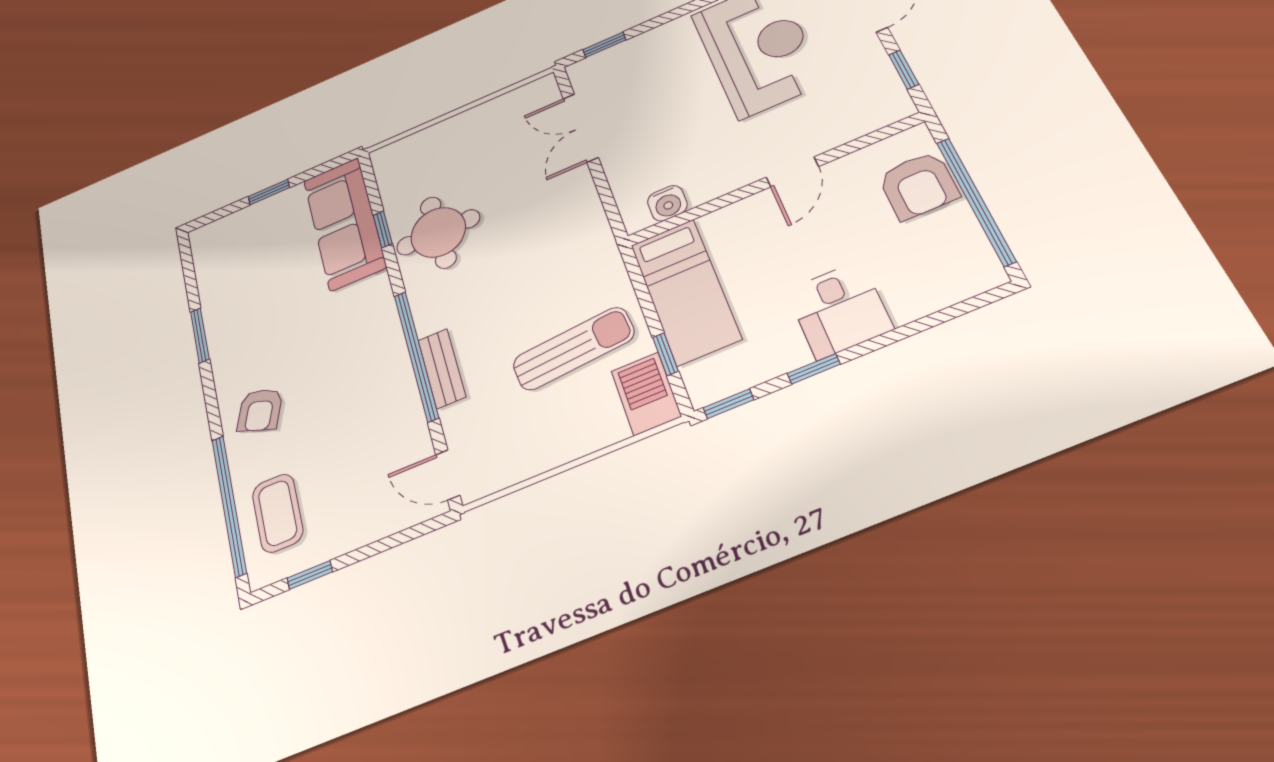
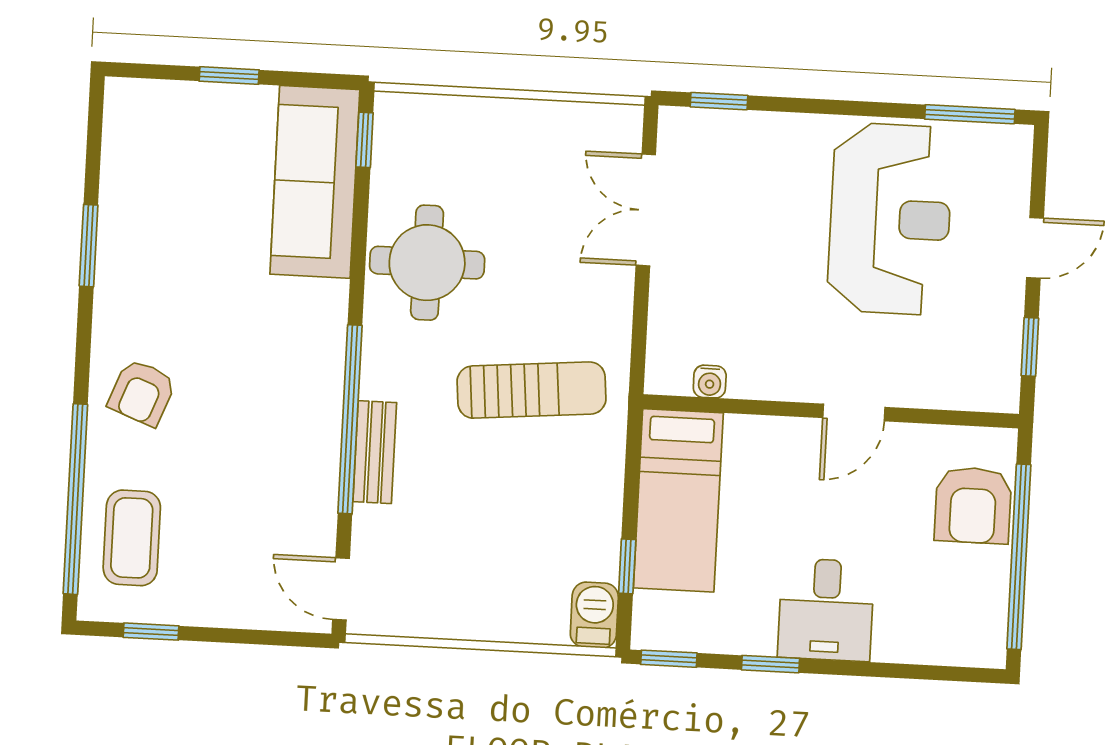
water cooler: (667, 203) -> (710, 382), width x0.72, depth x0.72
window: (383, 229) -> (365, 140), moved
sun lounger: (573, 349) -> (531, 390), moved
barbecue: (646, 394) -> (594, 615), width x0.73, depth x0.79

